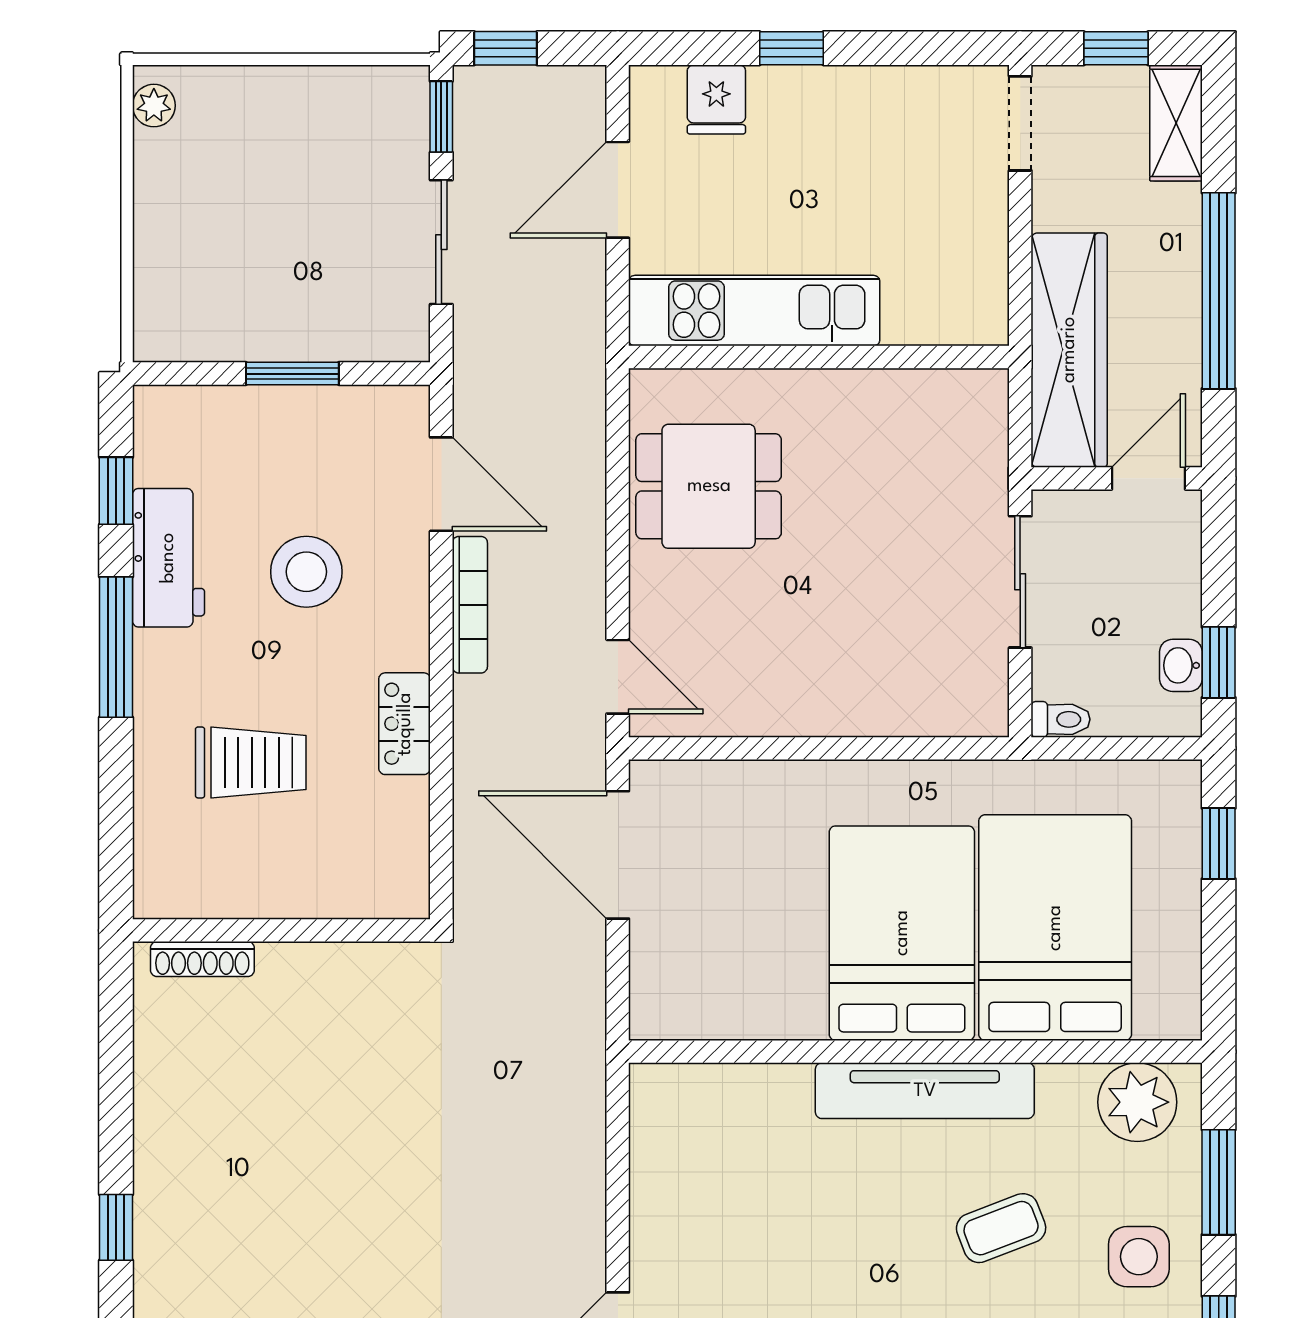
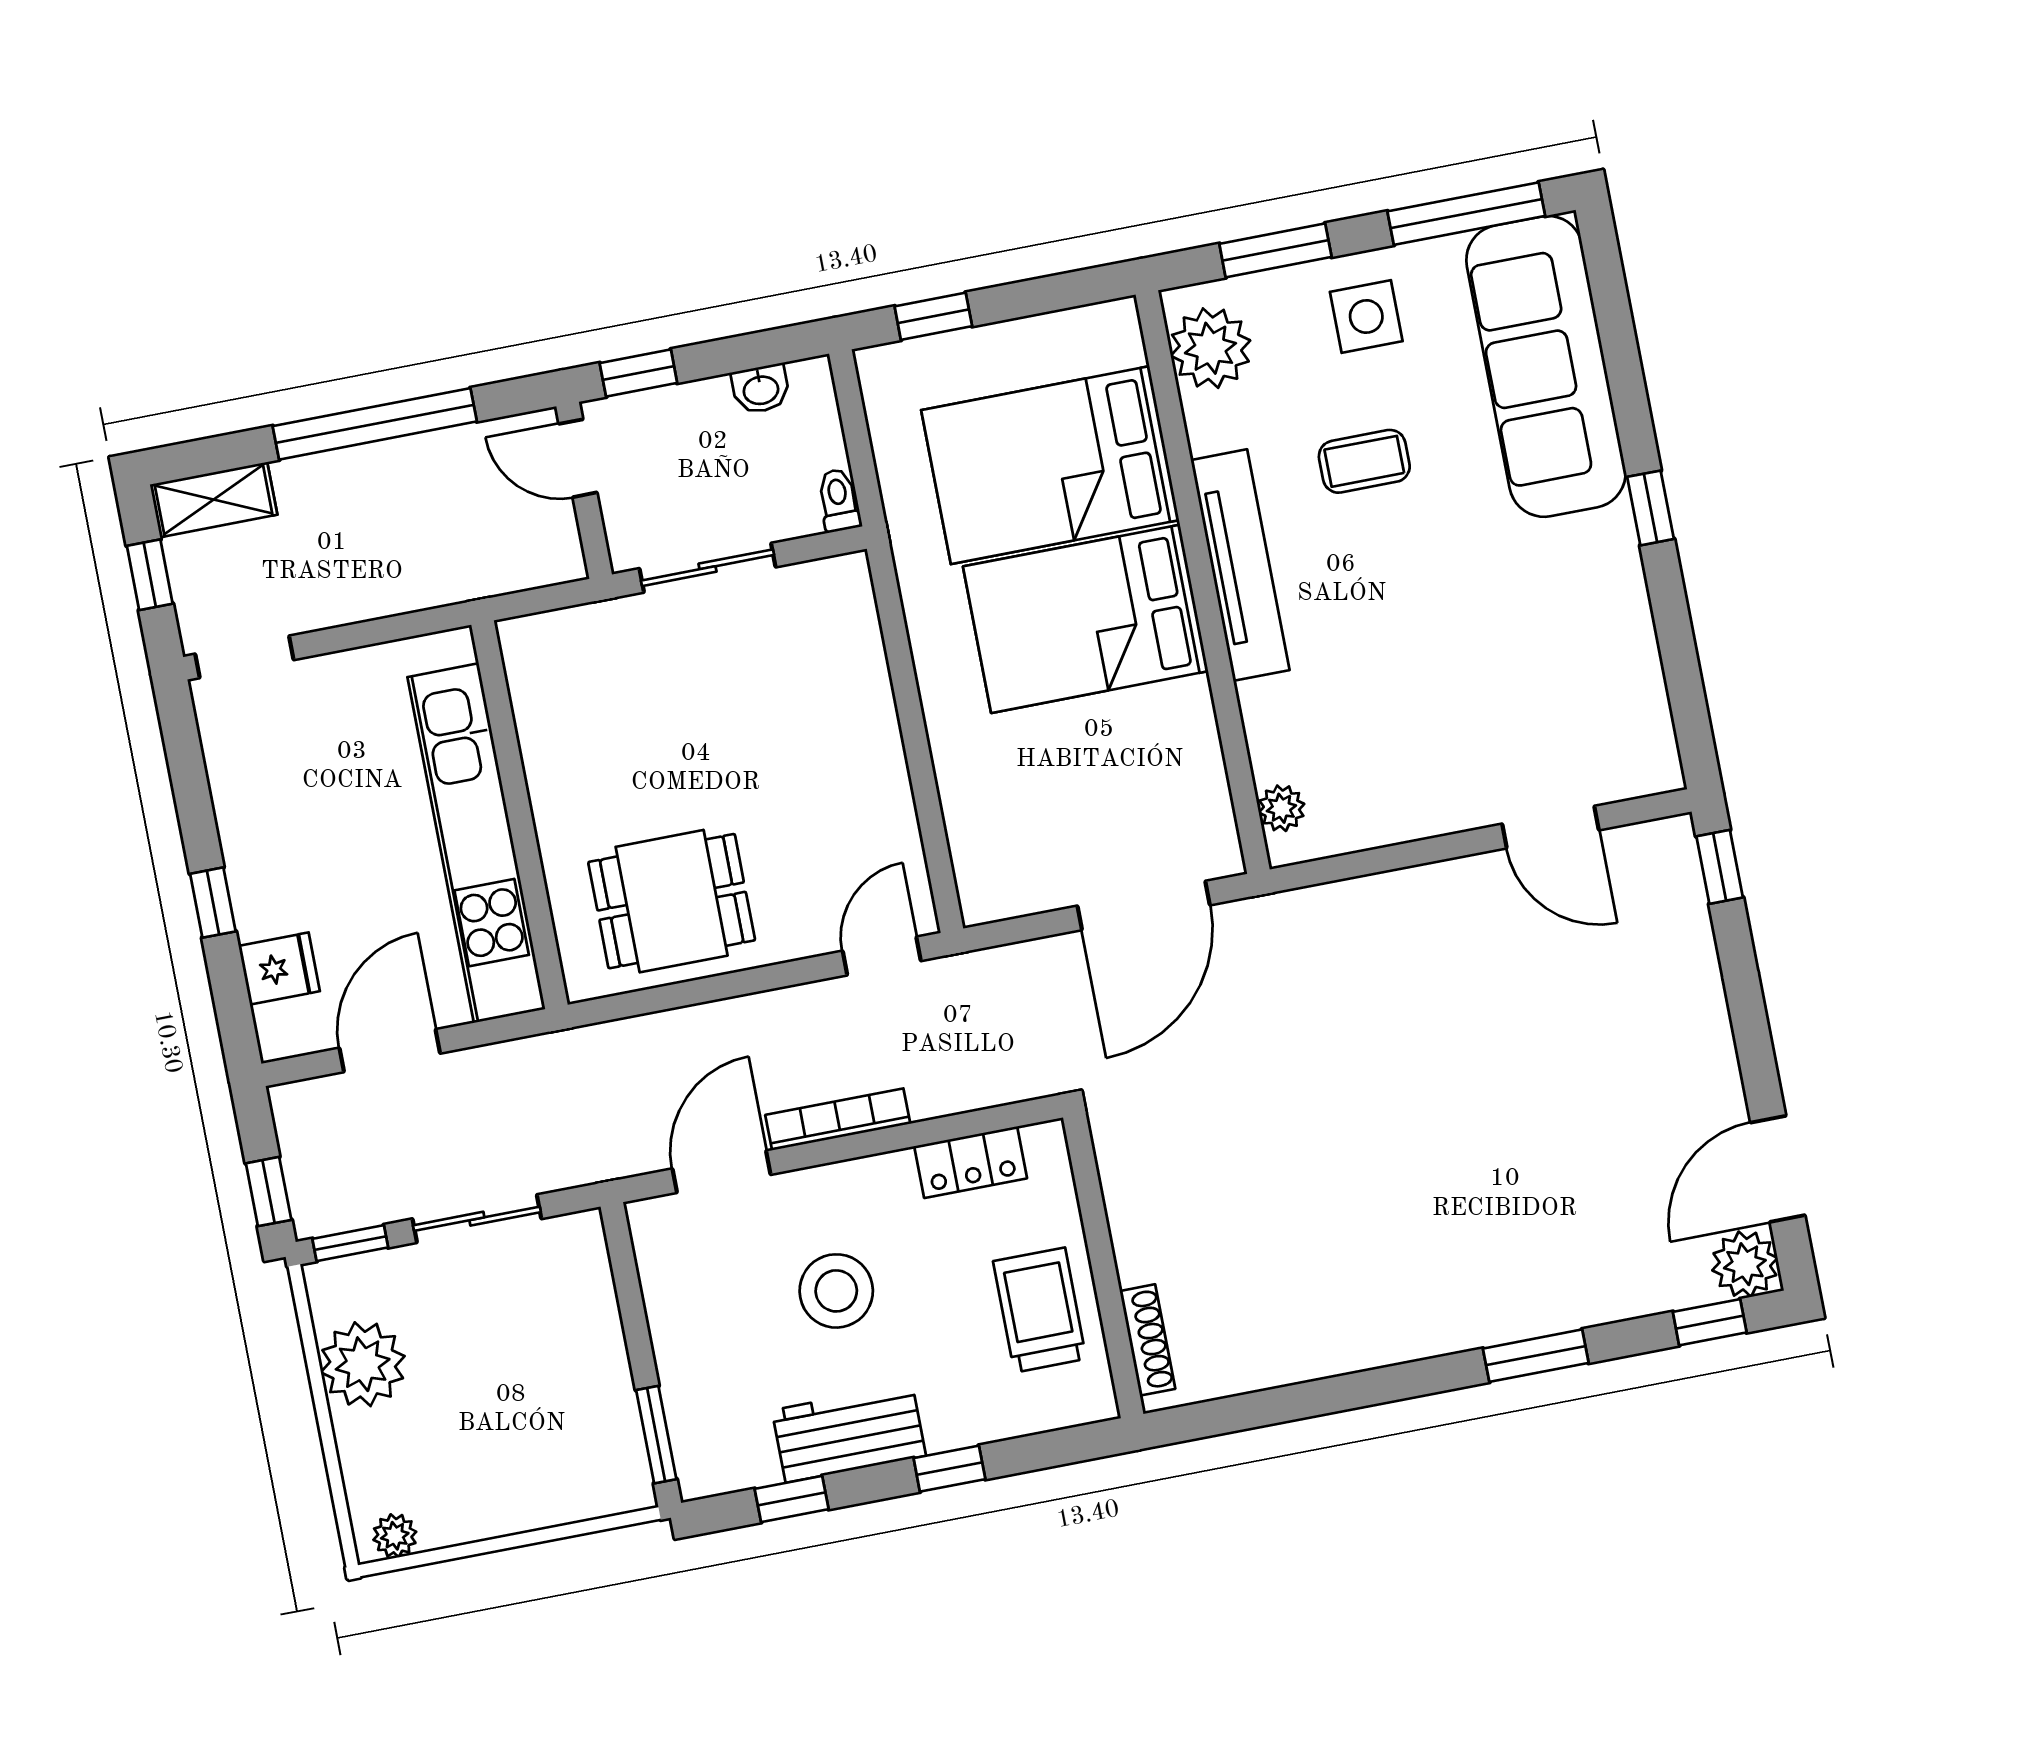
plant: (323, 106) -> (363, 1364), added
door: (618, 190) -> (390, 1051), swing flipped
kitchen unit: (754, 311) -> (476, 843), width x1.36
wardrobe: (1069, 350) -> (464, 563), removed
window: (292, 374) -> (656, 1435), moved
dining table: (709, 486) -> (672, 901), turned 90
window: (116, 647) -> (949, 1469), width x0.46
window: (1219, 662) -> (638, 373), moved
door: (618, 855) -> (1144, 905), moved
wall: (281, 930) -> (1103, 1266), moved
shoe rack: (202, 959) -> (1147, 1340), moved
plant: (685, 1085) -> (1281, 808), added
window: (116, 1227) -> (1536, 1356), width x1.50
coffee table: (1001, 1228) -> (1364, 461), turned -69

